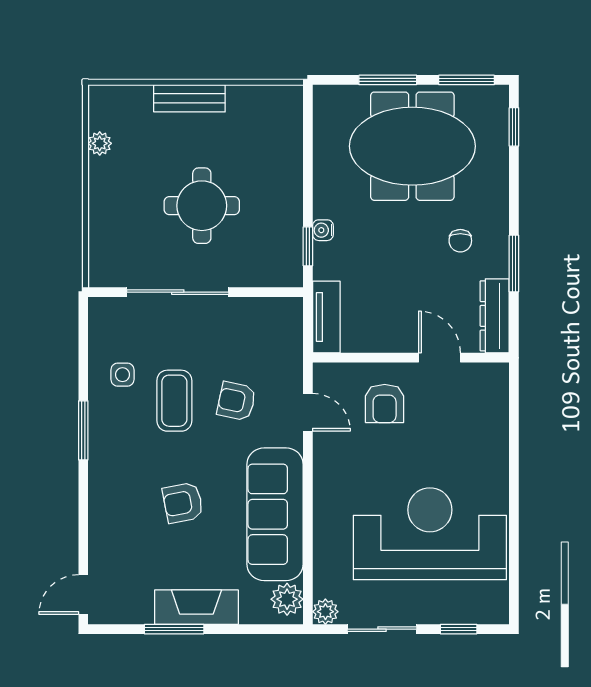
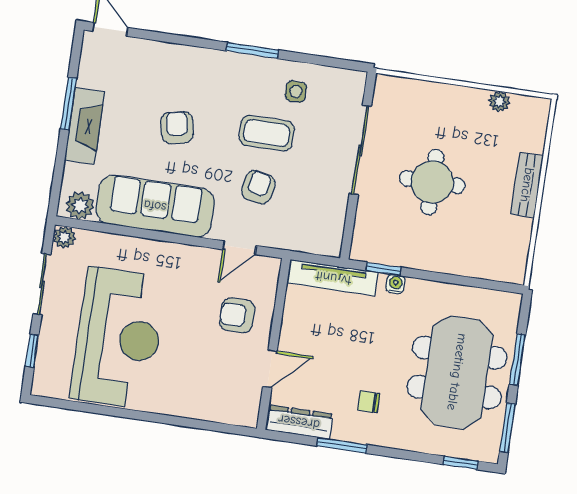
tv unit: (326, 317) -> (333, 278), width x1.41

